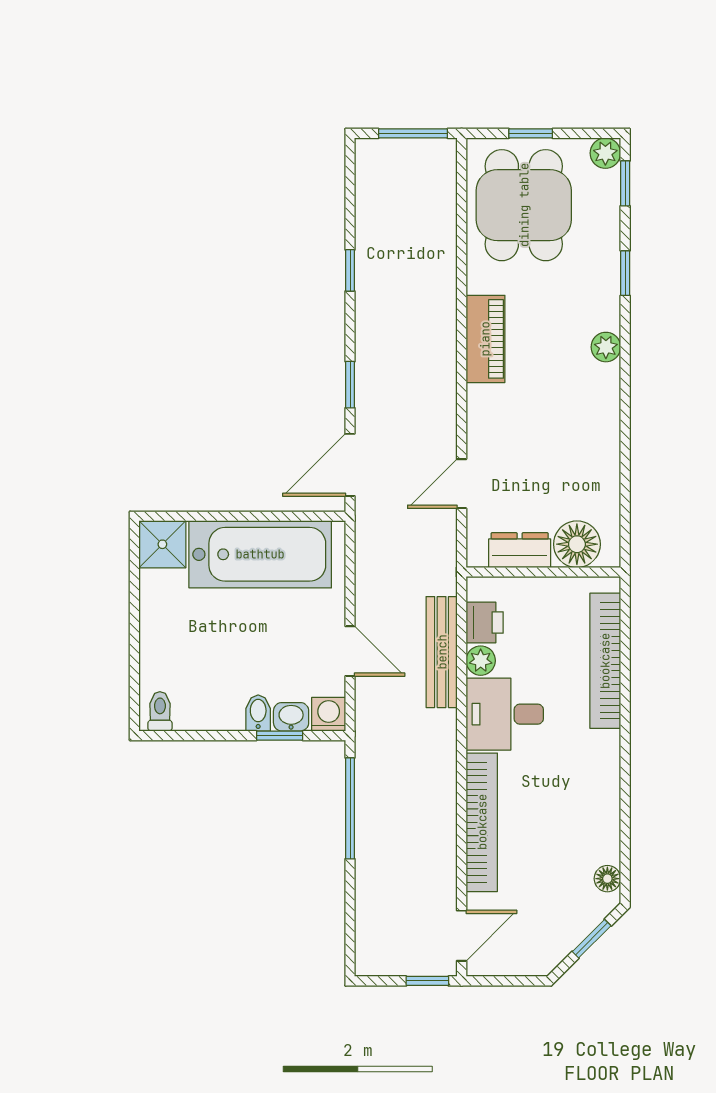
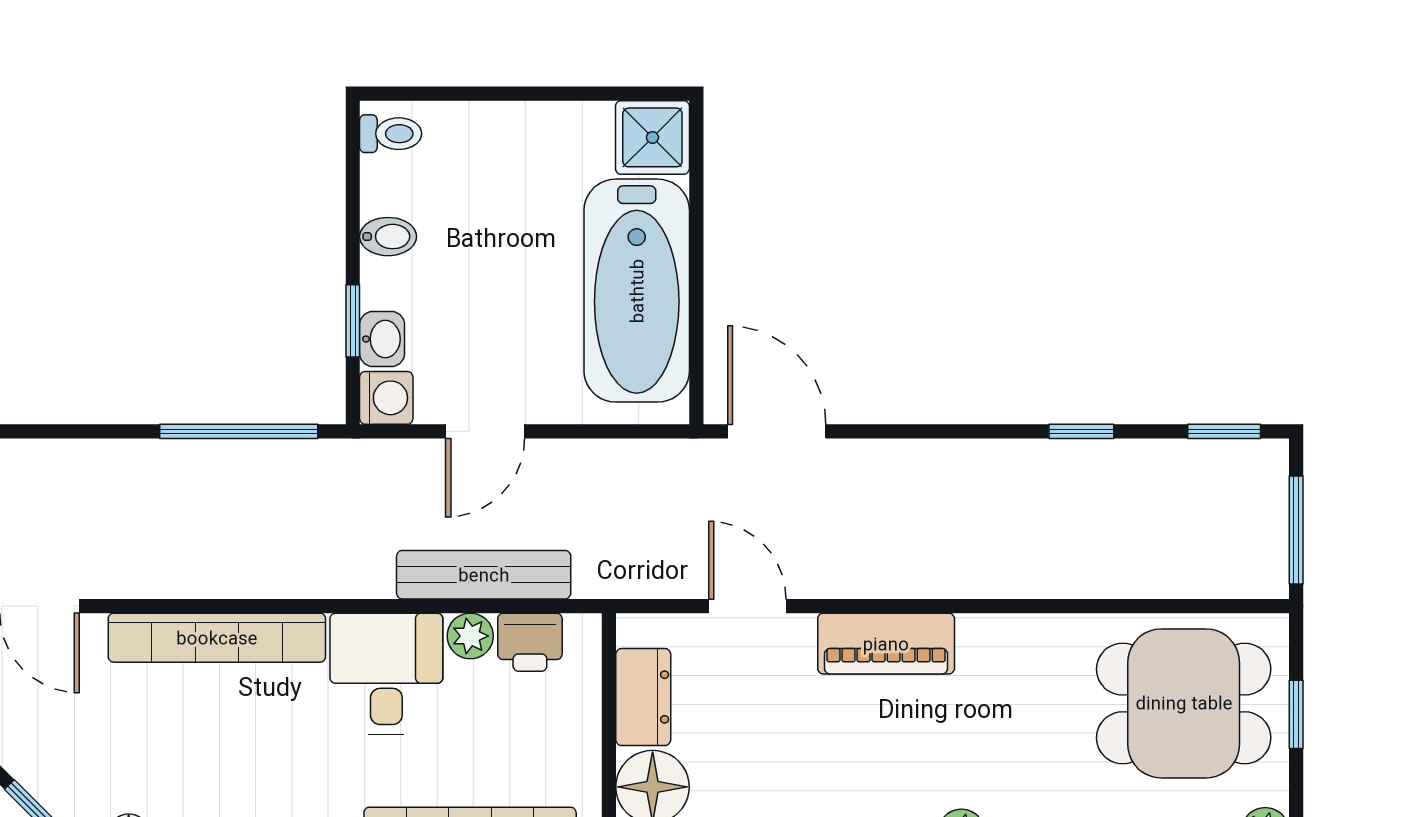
piano: (485, 339) -> (886, 644), moved
window: (350, 385) -> (1224, 431), moved
bidet: (258, 713) -> (388, 237), moved

